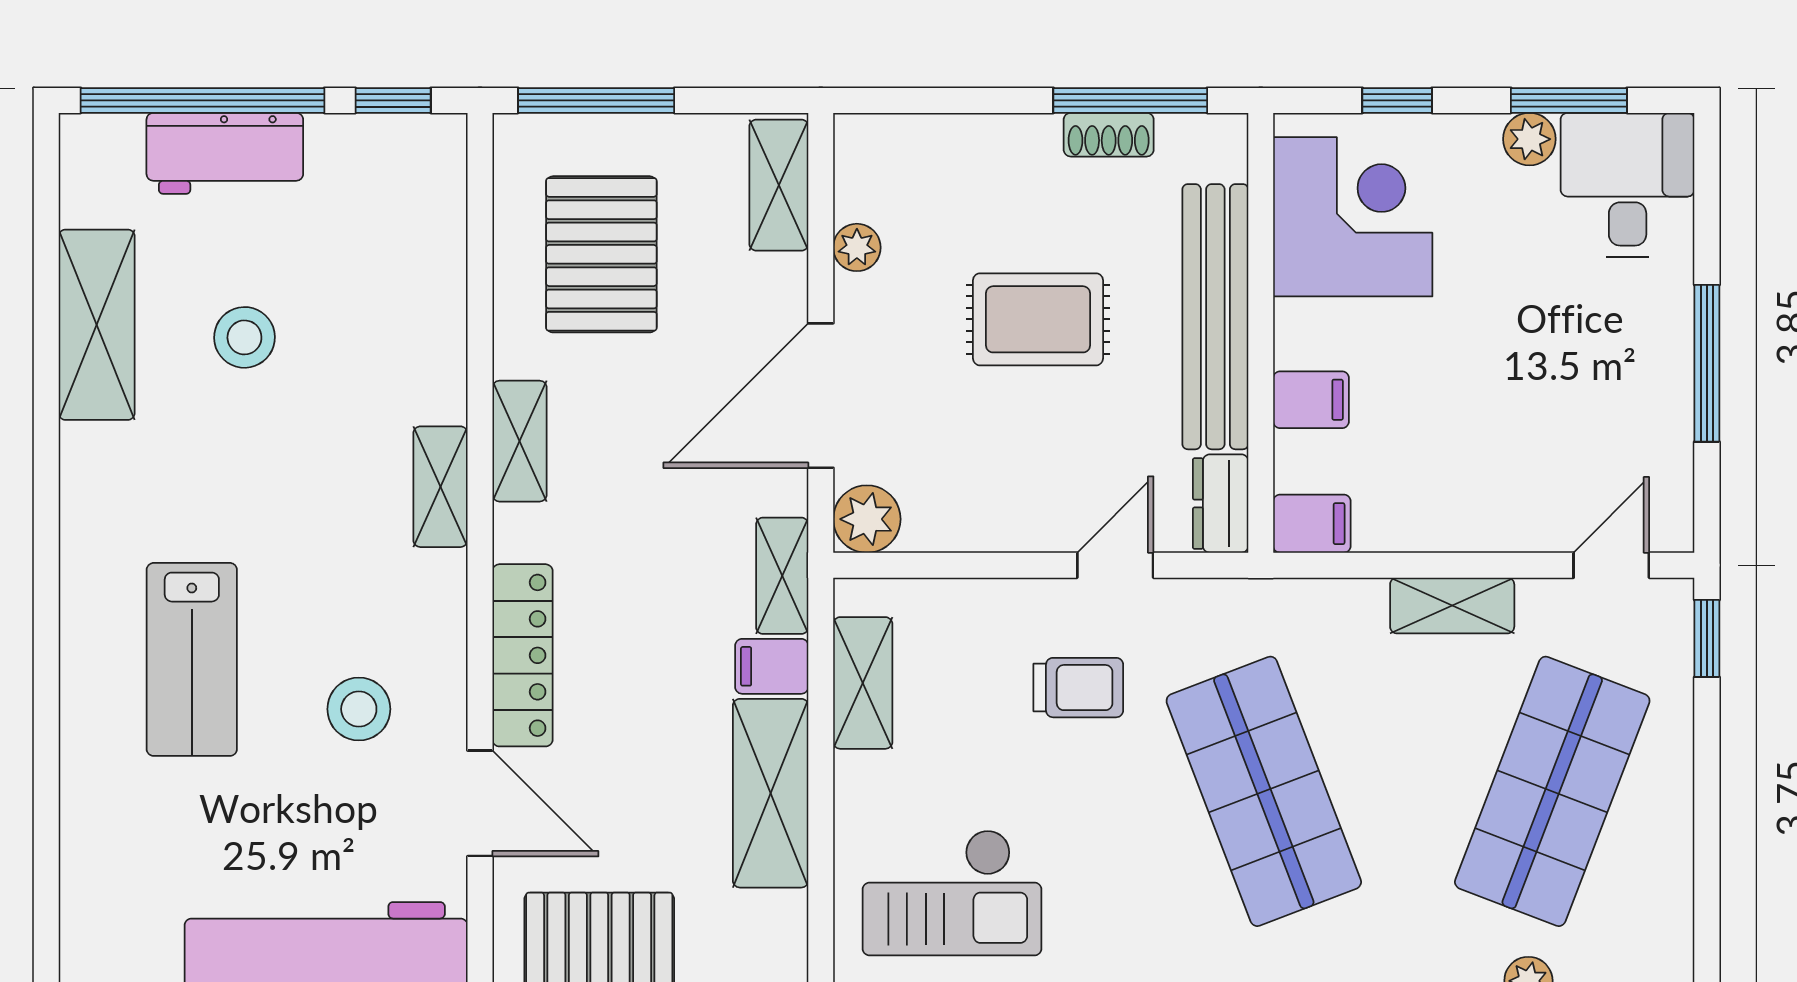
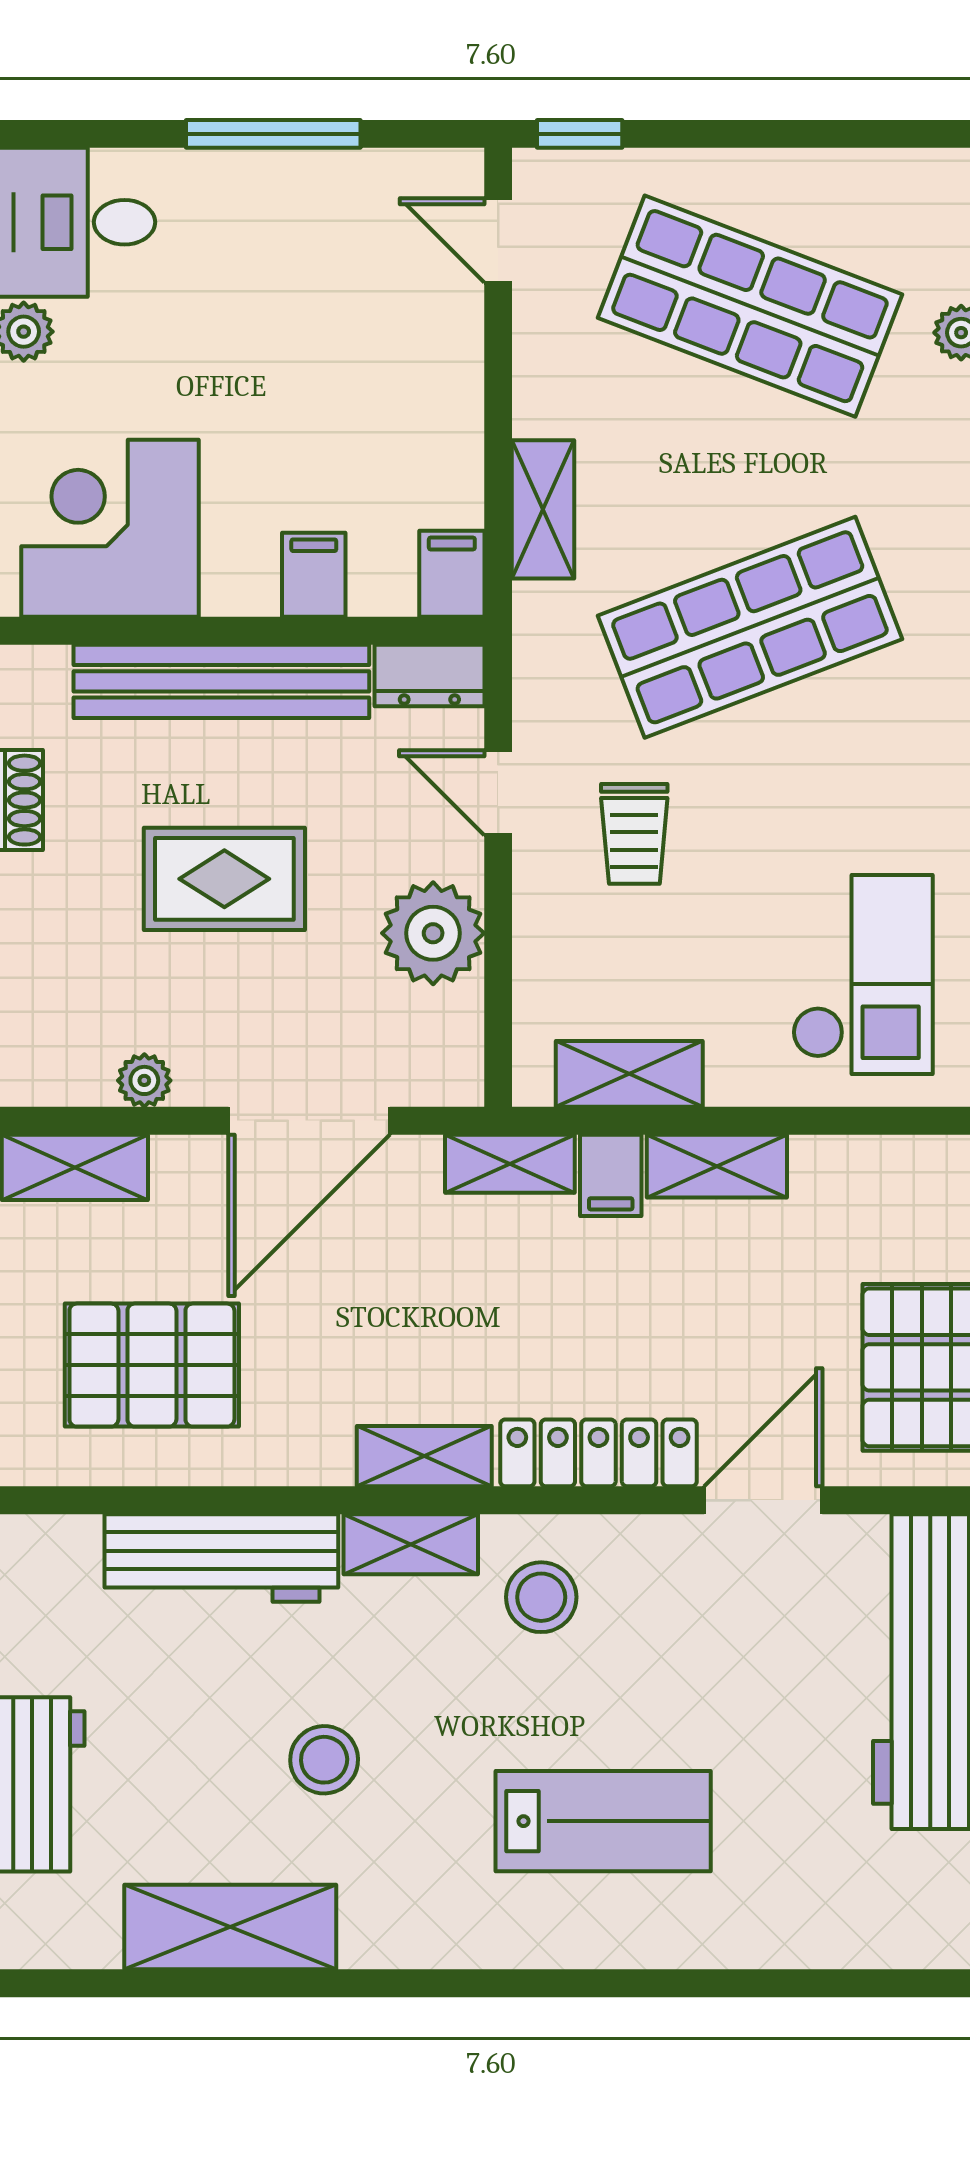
workbench: (428, 317) -> (221, 1558), added
rug: (1038, 319) -> (224, 879), turned 90
stool: (244, 337) -> (324, 1760), moved
door: (821, 396) -> (309, 1121), hinge flipped
shelving: (520, 441) -> (424, 1456), moved
plant: (867, 519) -> (433, 933), moved, width x1.36, depth x1.36
shelving: (1452, 606) -> (543, 509), moved
trolley: (1078, 688) -> (634, 834), turned 180
stool: (359, 709) -> (541, 1597), moved
shelving: (771, 793) -> (717, 1166), width x0.67, depth x0.75

